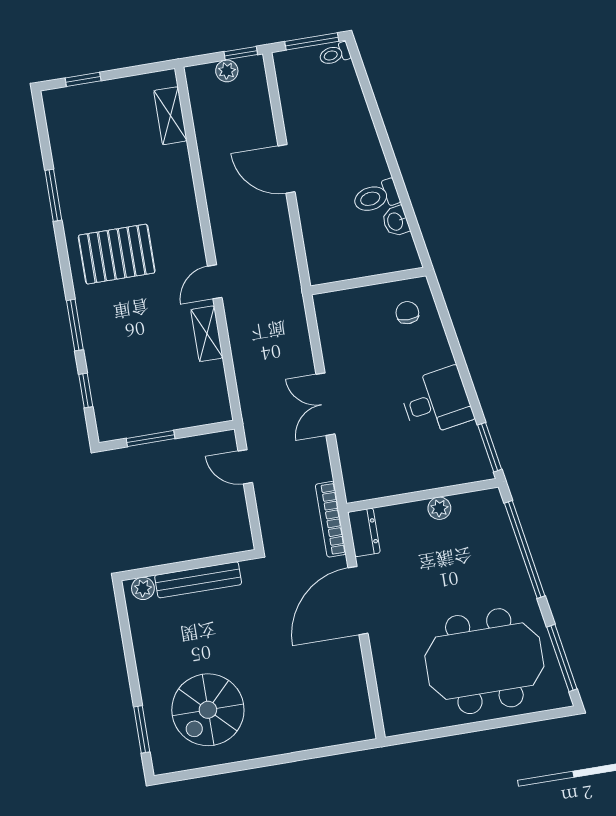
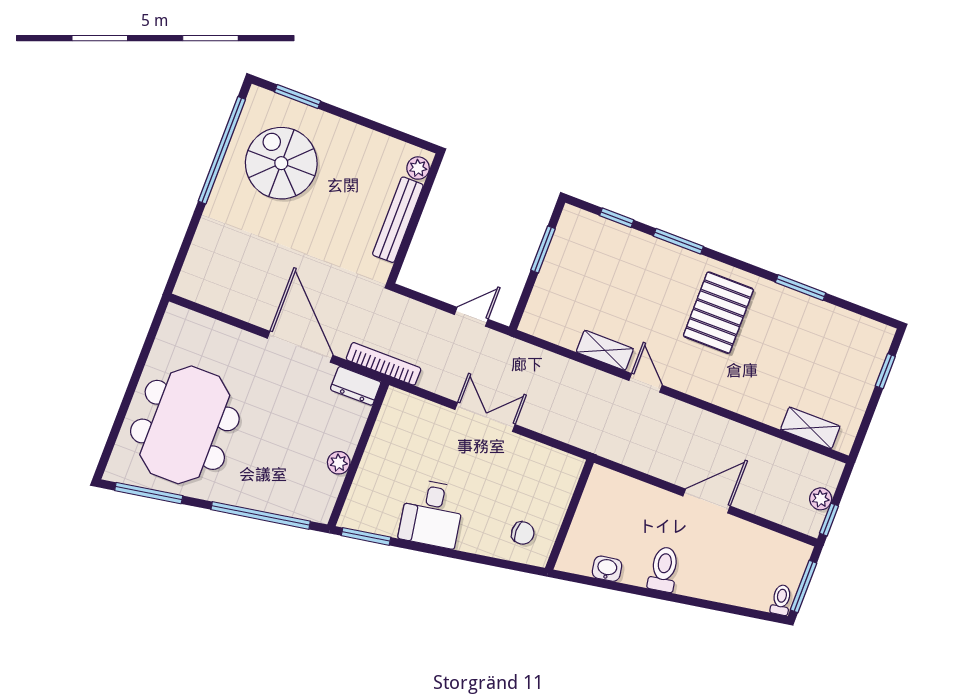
toilet: (376, 197) -> (664, 569), moved
window: (227, 768) -> (222, 150), added

